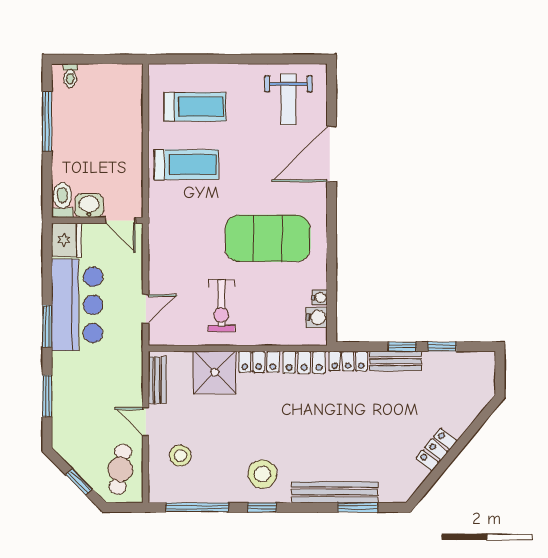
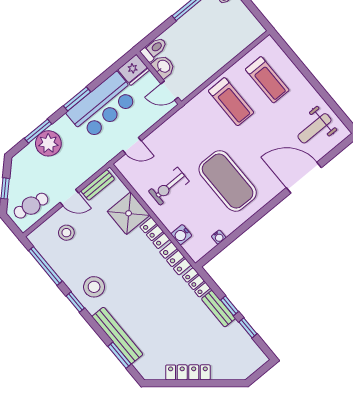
door: (120, 220) -> (170, 91), hinge flipped
water cooler: (316, 317) -> (181, 235), moved, turned 90
plant: (69, 396) -> (48, 143), added
door: (146, 422) -> (69, 198), swing flipped
locker: (436, 450) -> (188, 372), width x1.53

